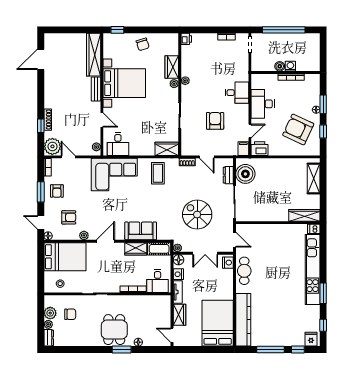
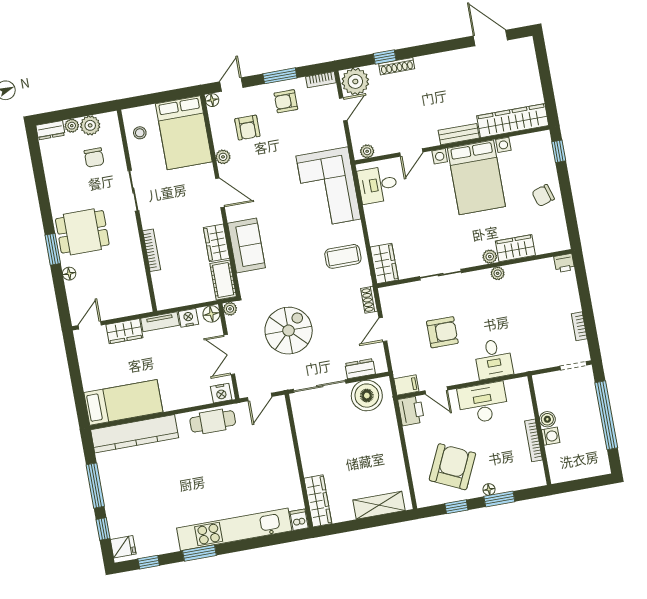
desk: (158, 281) -> (172, 287), removed
bed: (218, 323) -> (123, 402), width x0.67

